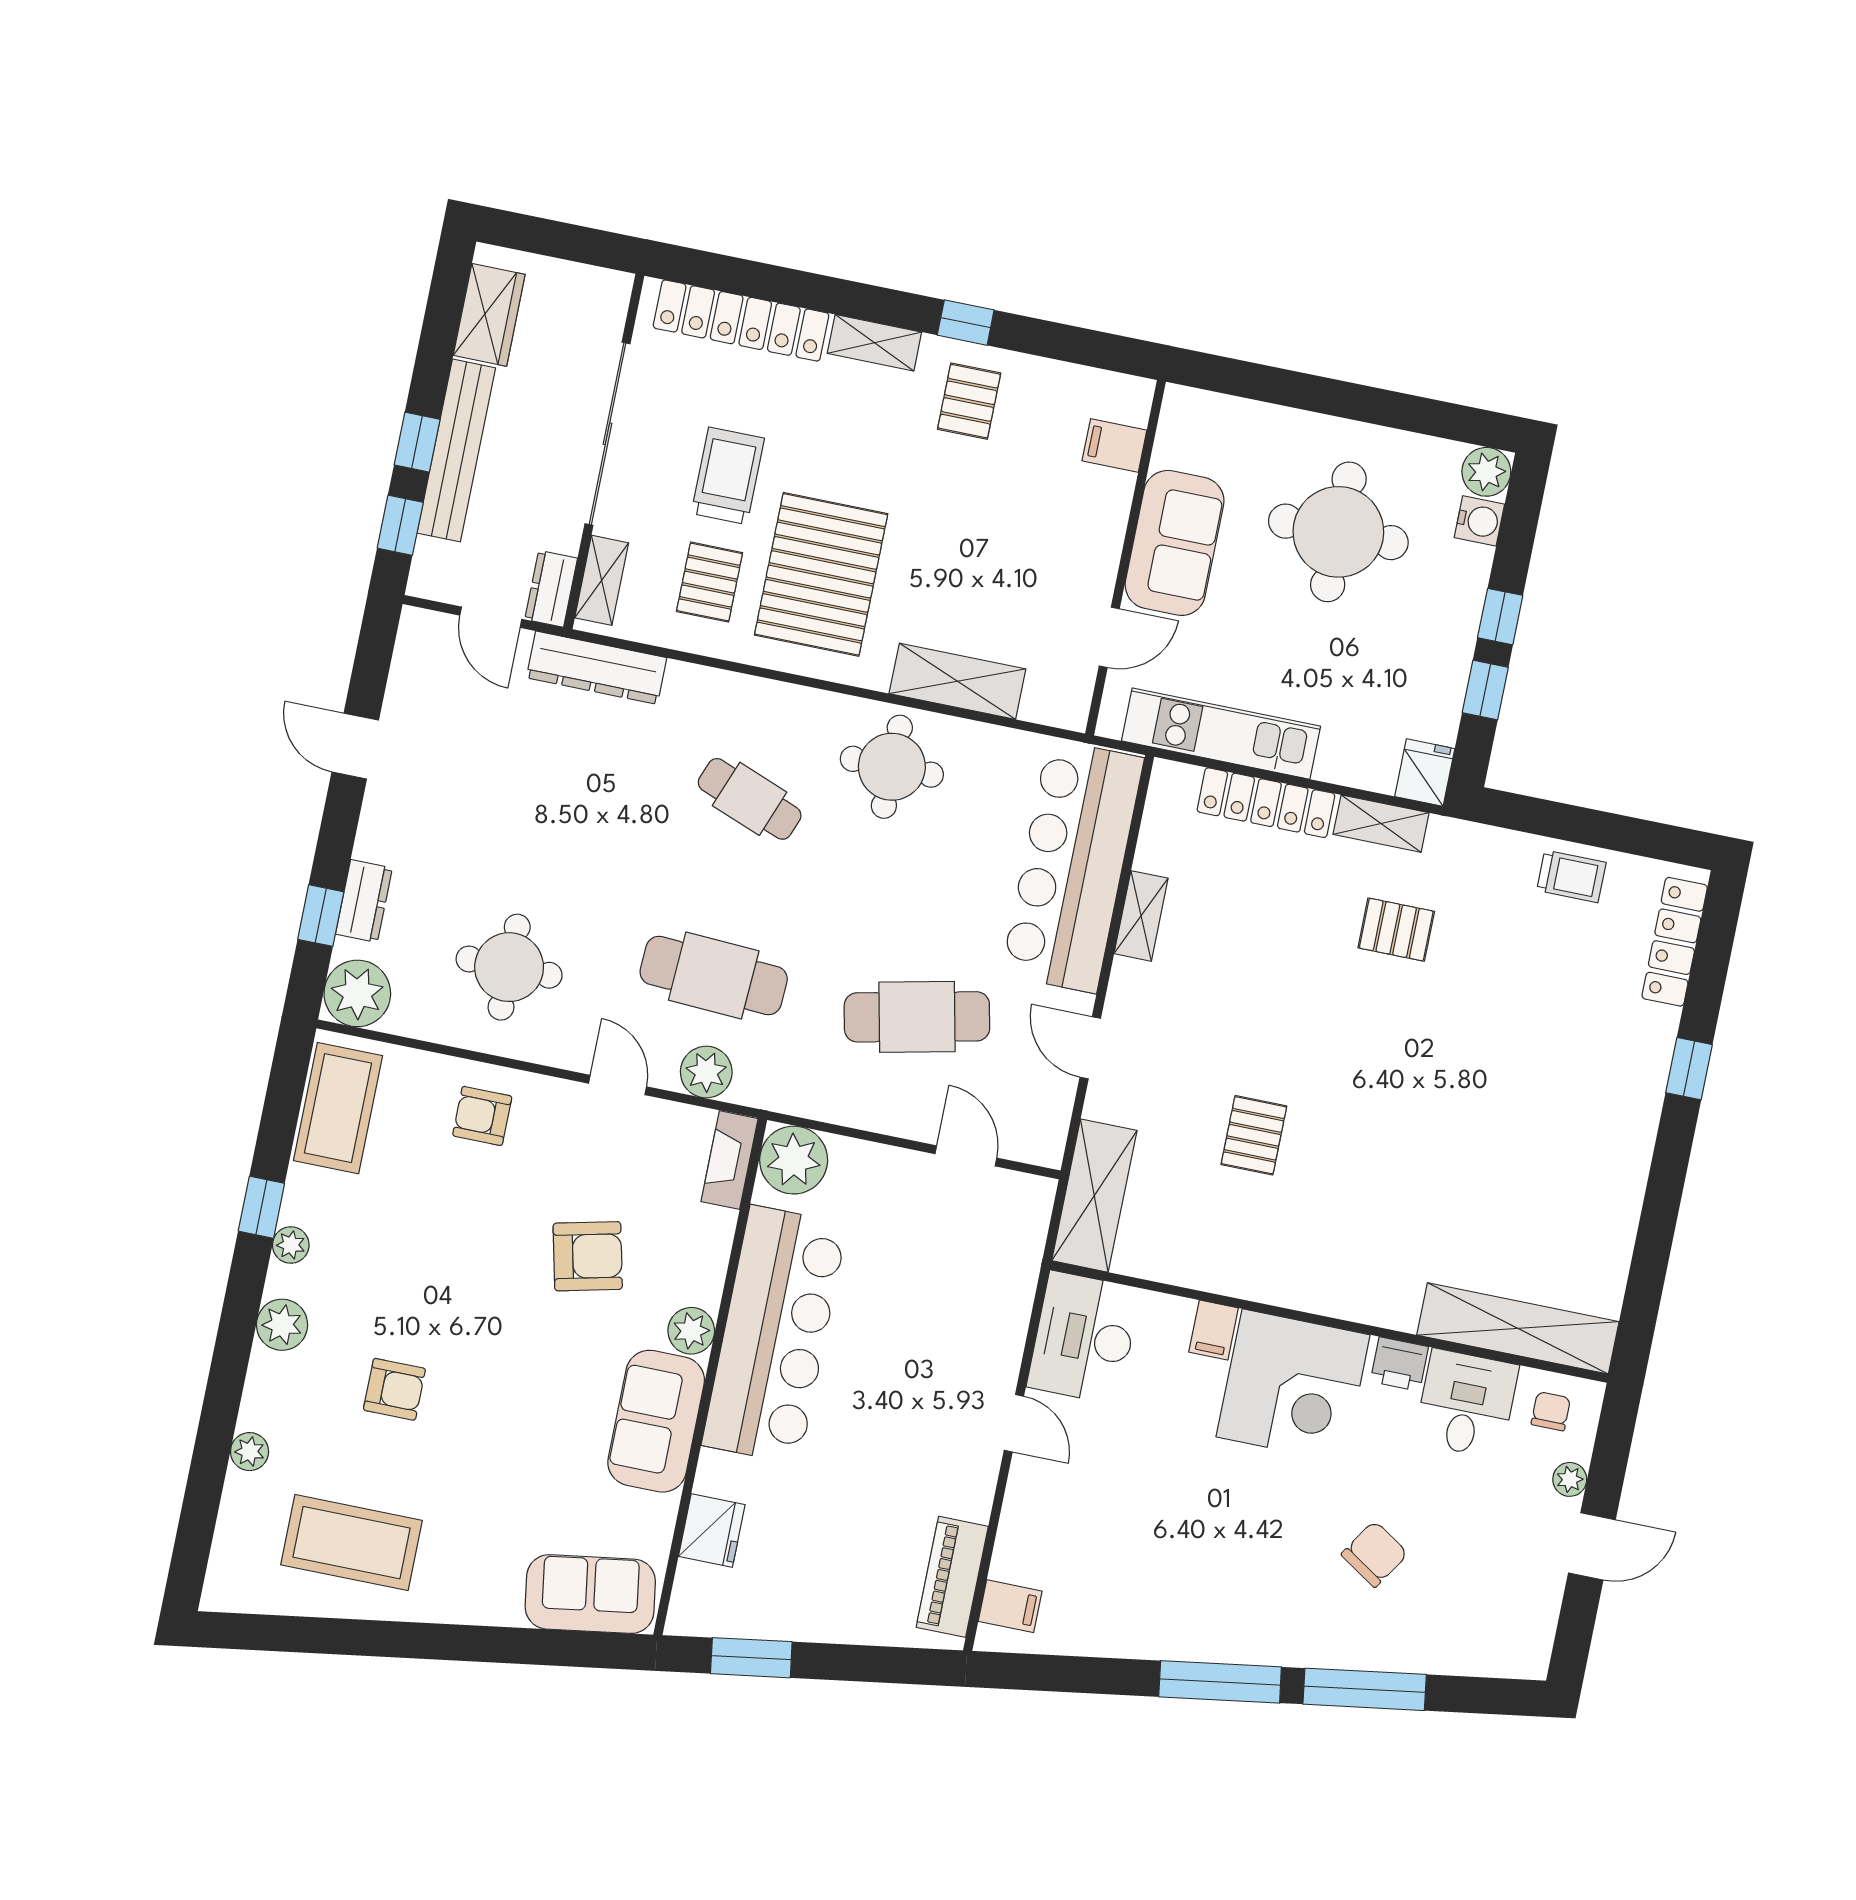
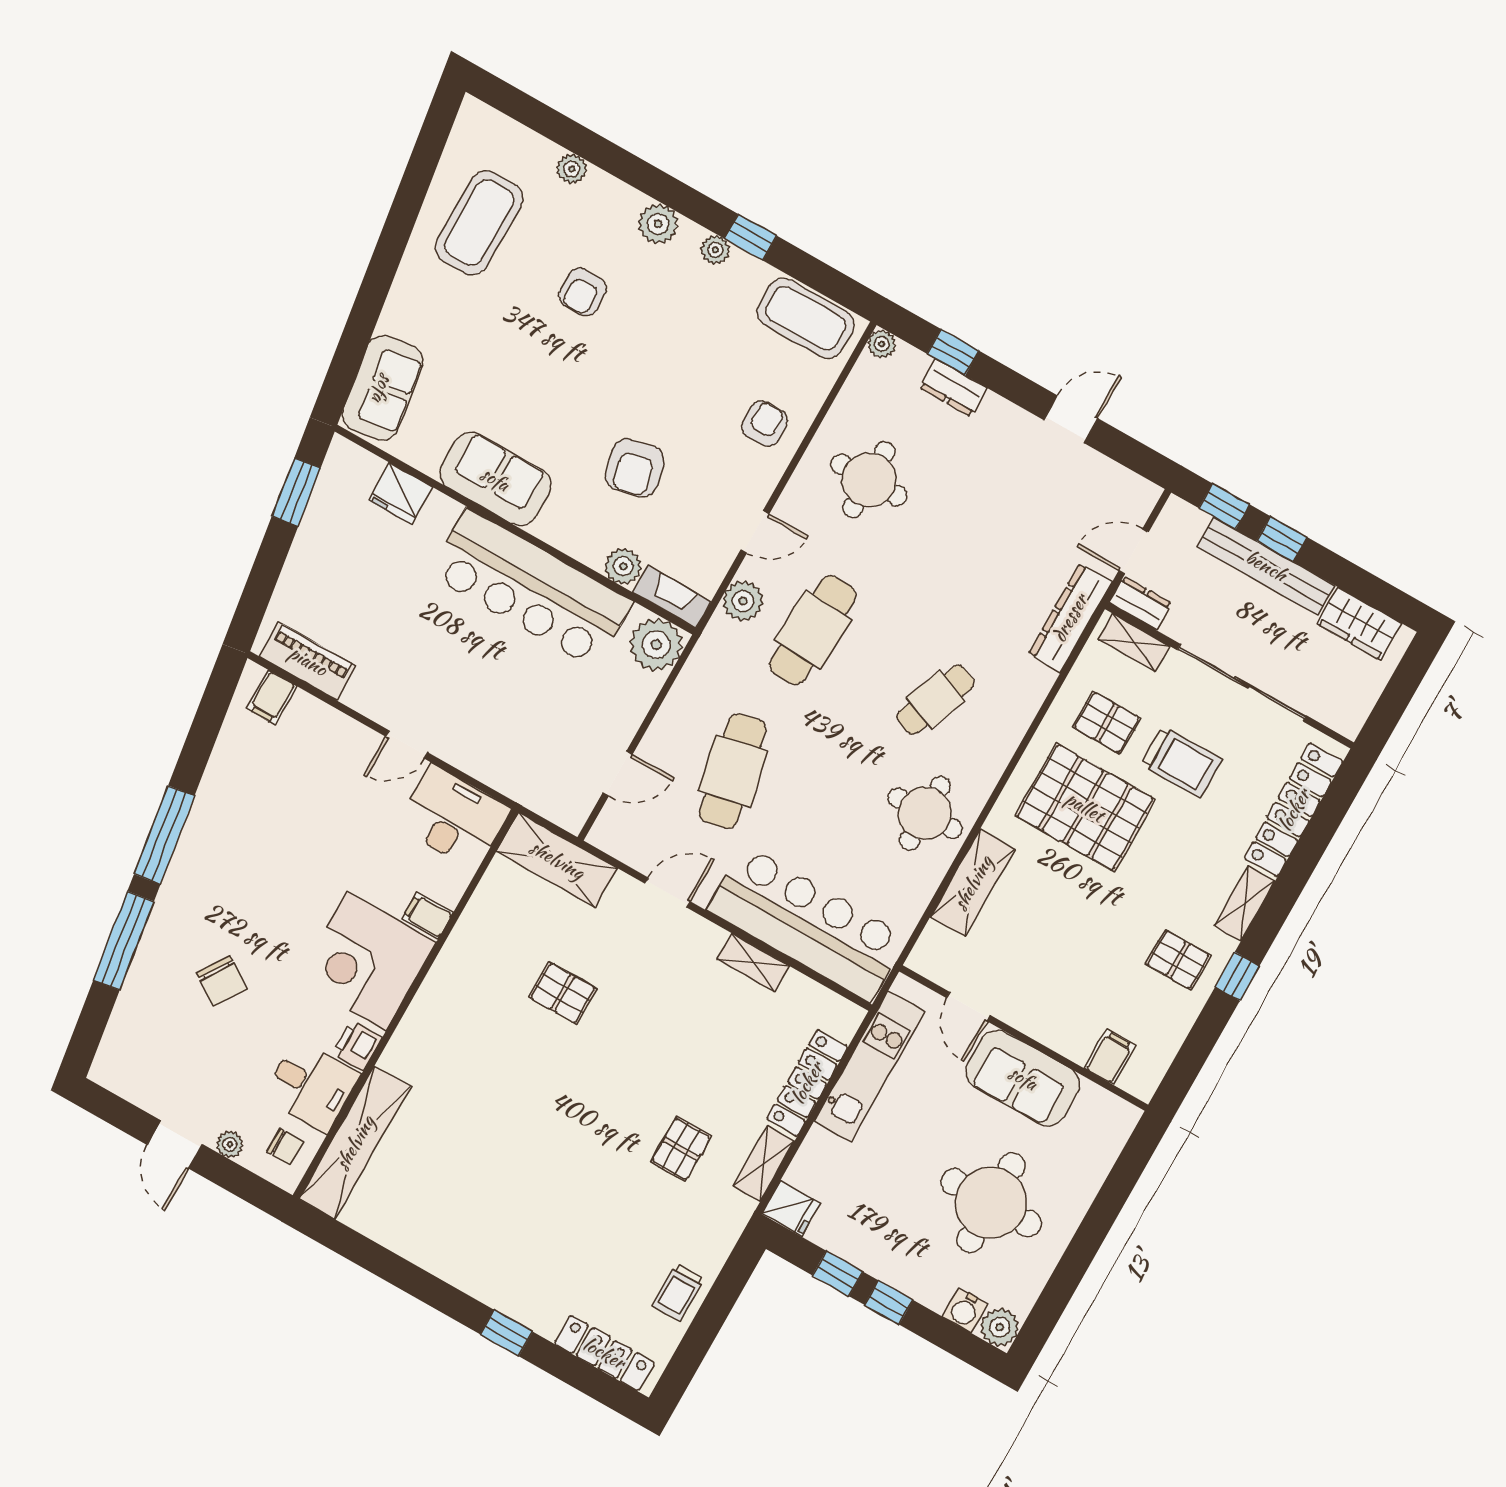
plant: (357, 993) -> (882, 344), width x0.53, depth x0.53
plant: (691, 1331) -> (623, 566), moved

